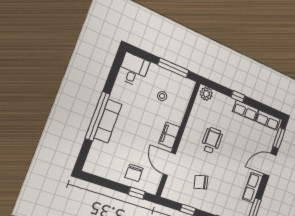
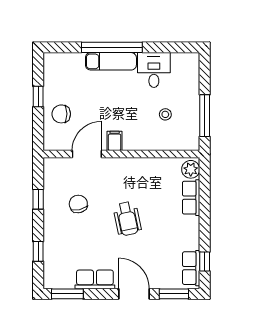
desk: (133, 70) -> (154, 70), moved, turned -90
window: (238, 96) -> (205, 262), moved
row of seats: (246, 111) -> (191, 198), moved
filing cabinet: (169, 135) -> (115, 141), width x0.50
wheelchair: (212, 140) -> (127, 219), moved, turned 78
window: (137, 193) -> (38, 97), moved

